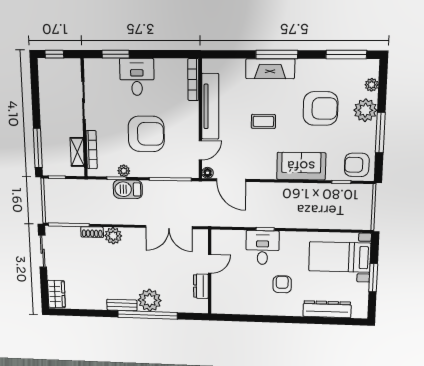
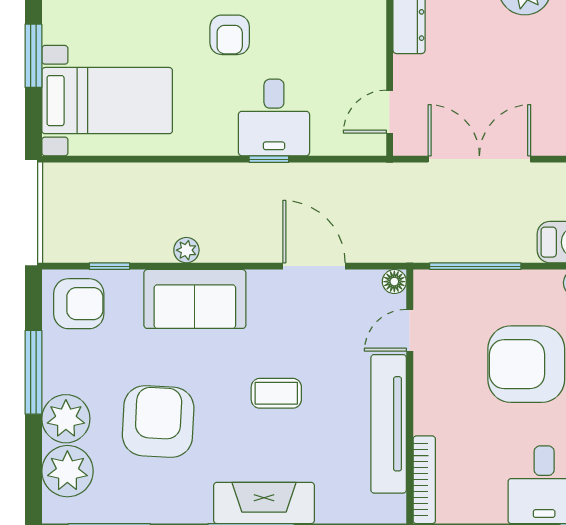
plant: (372, 85) -> (67, 471), width x1.87, depth x1.87
armchair: (320, 108) -> (158, 422), turned 93
door: (231, 180) -> (314, 266), moved
plant: (305, 189) -> (186, 250), added
door: (210, 264) -> (390, 112), moved

